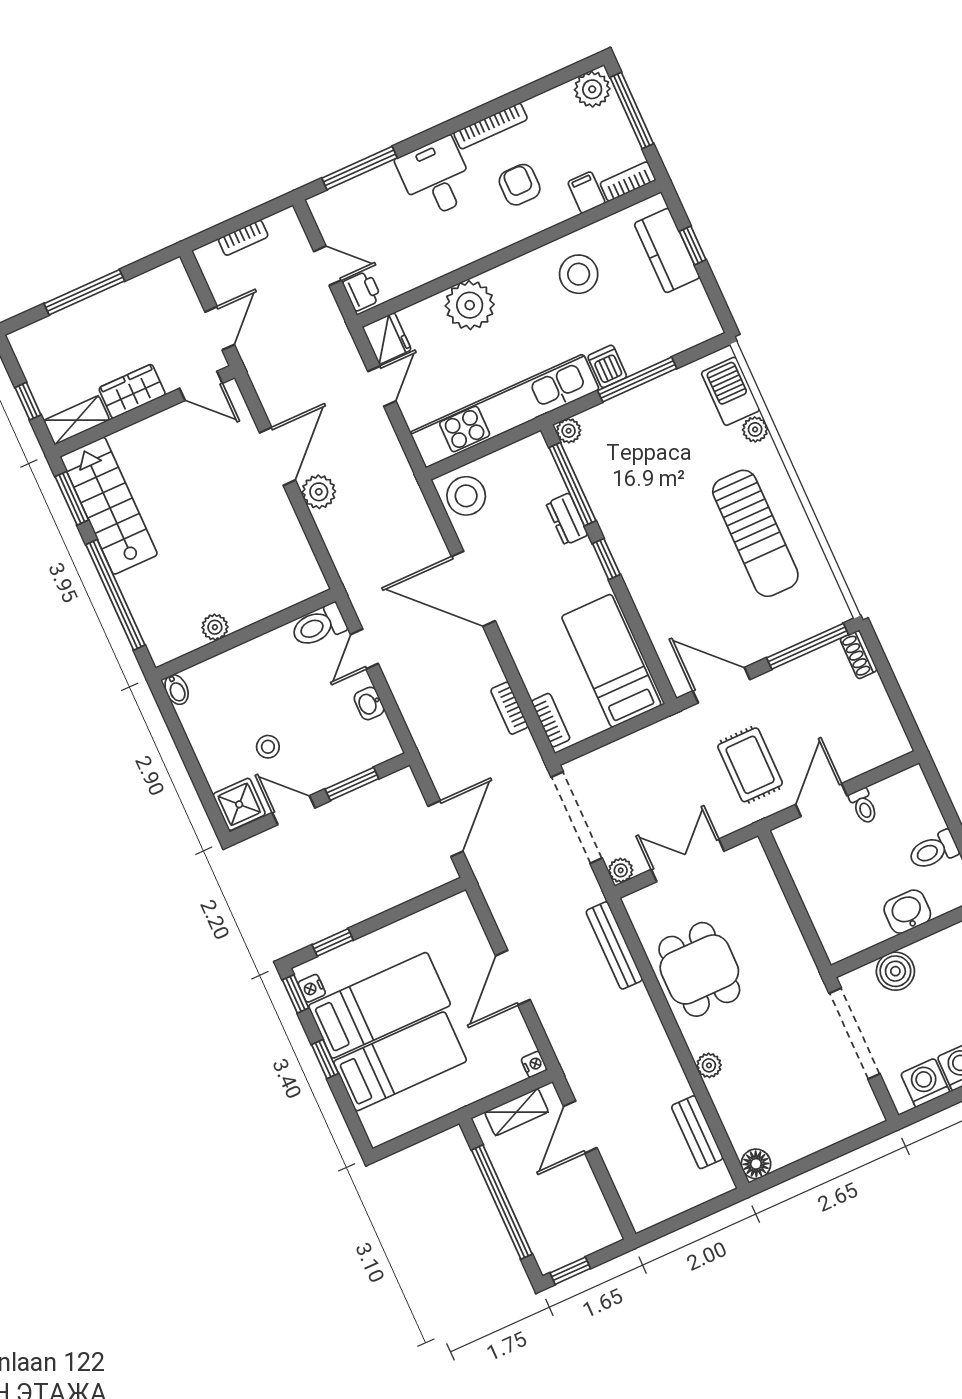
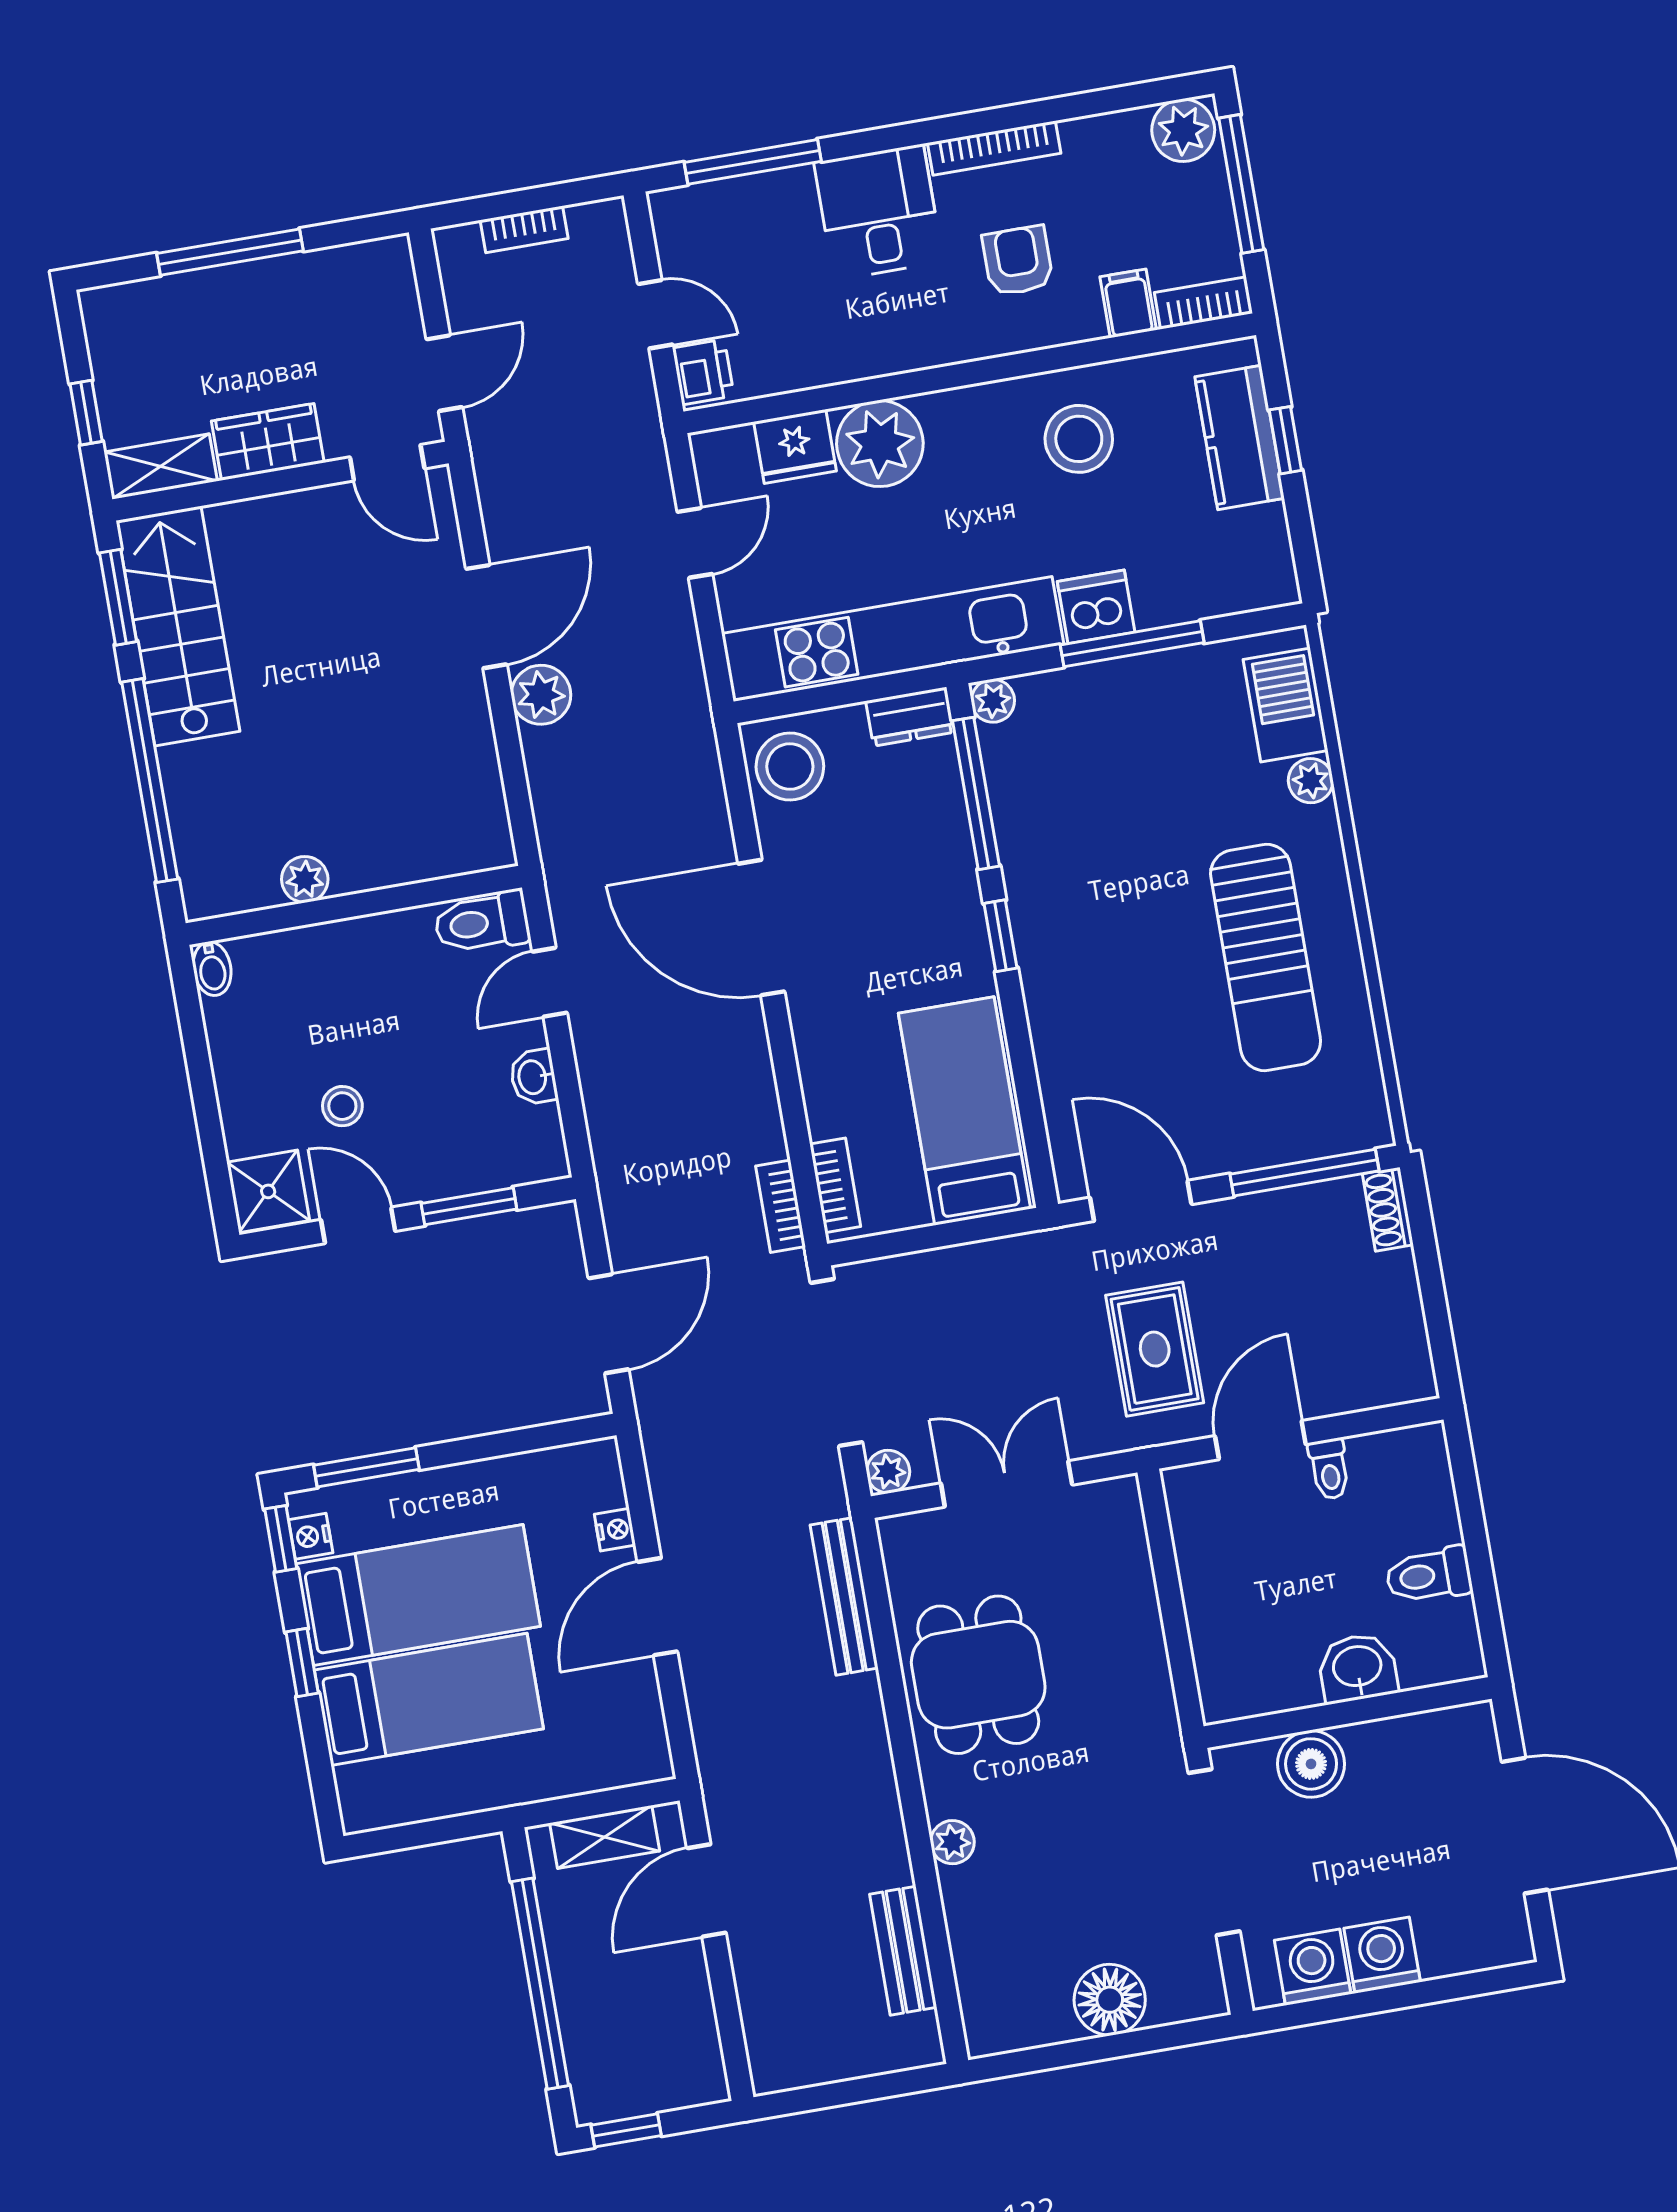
fridge: (387, 338) -> (795, 446), moved, turned 90
dishwasher: (607, 366) -> (1096, 607), width x1.38
dresser: (567, 519) -> (910, 717), moved, turned -90
bookcase: (509, 708) -> (780, 1206), moved
window: (333, 942) -> (366, 1467), width x1.50
nightstand: (534, 1064) -> (615, 1530), moved
floor lamp: (756, 1164) -> (1110, 2000), moved, width x1.38, depth x1.38

